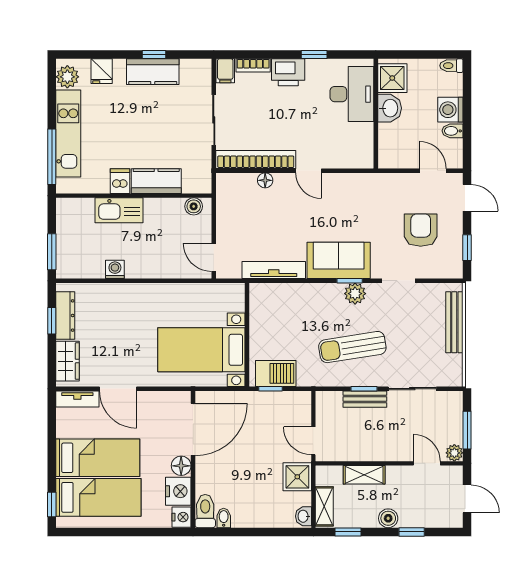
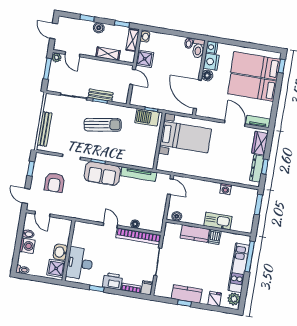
plant: (355, 294) -> (96, 154), removed
door: (193, 429) -> (197, 94), hinge flipped

